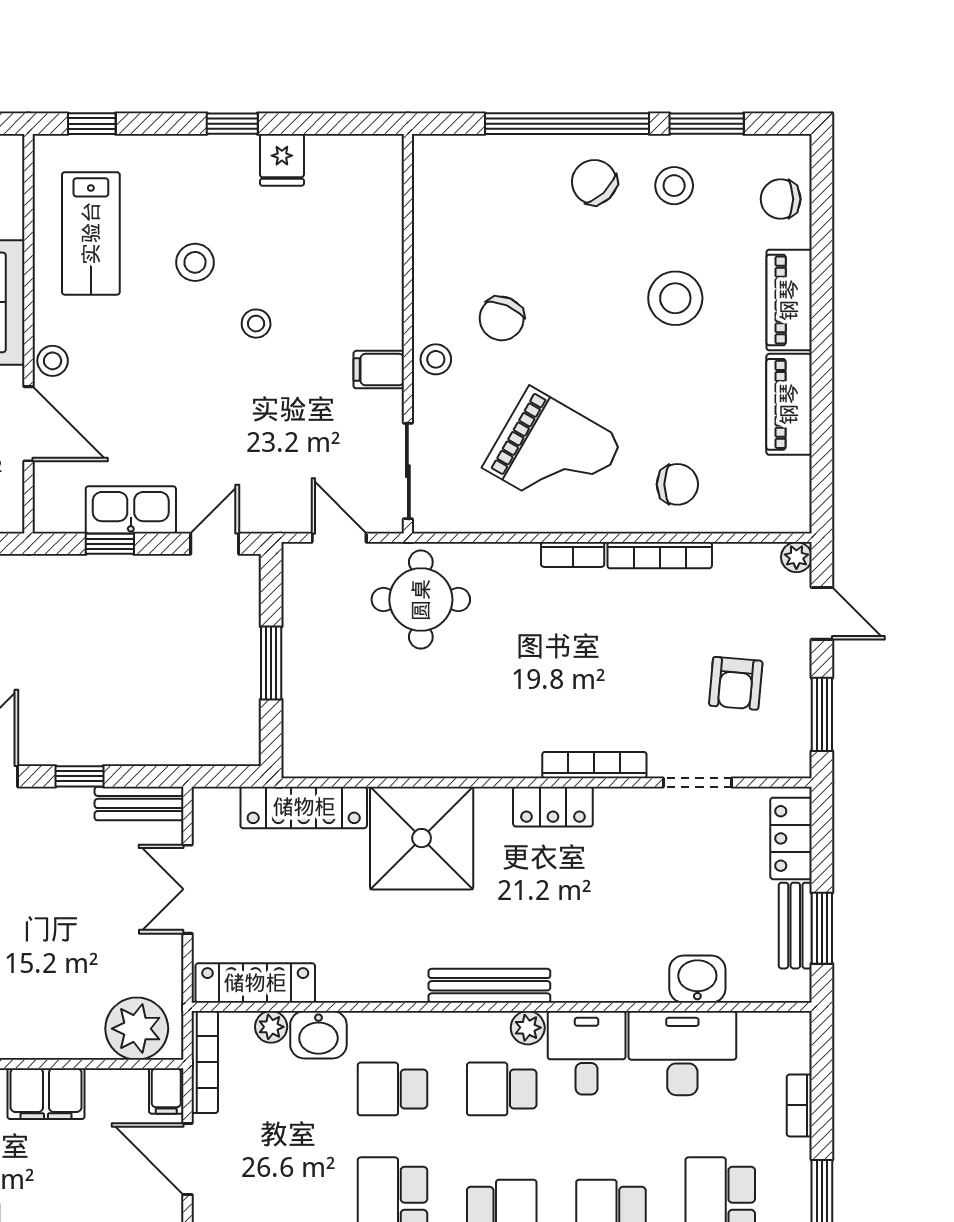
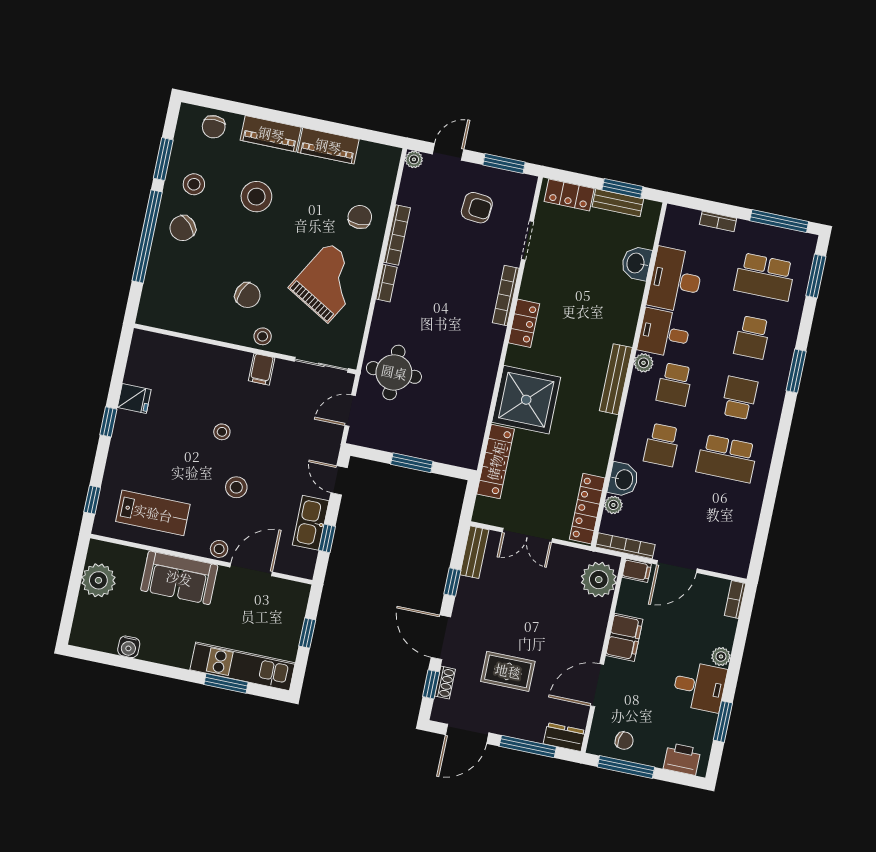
stool: (195, 262) -> (236, 487), moved

